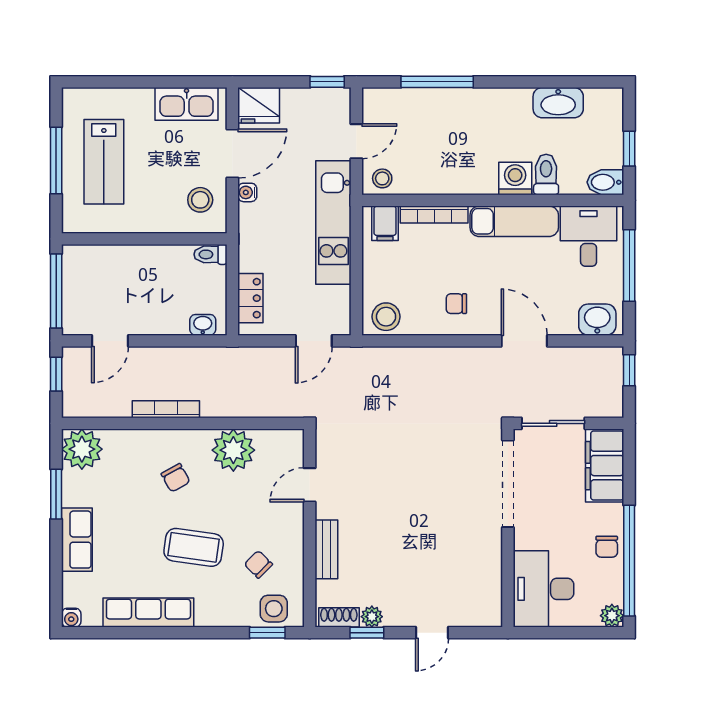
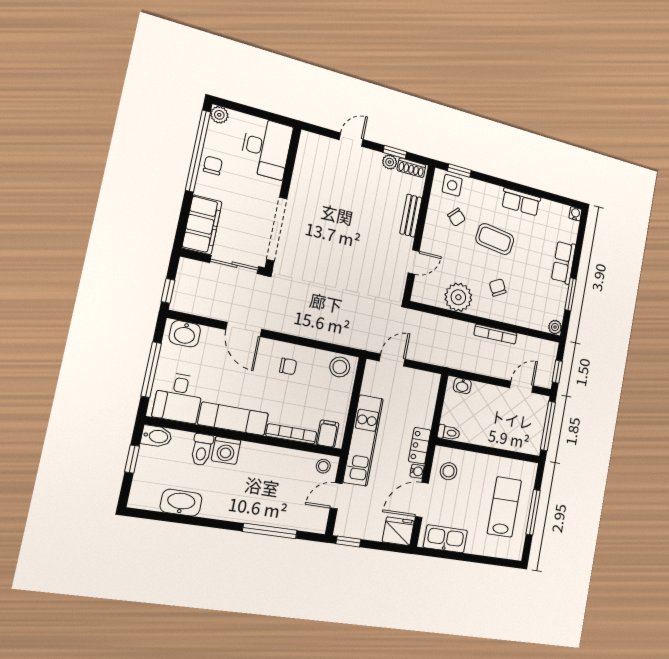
locker: (250, 298) -> (420, 446), moved
plant: (82, 449) -> (555, 327), width x0.53, depth x0.53
row of seats: (148, 613) -> (521, 202), width x0.68

